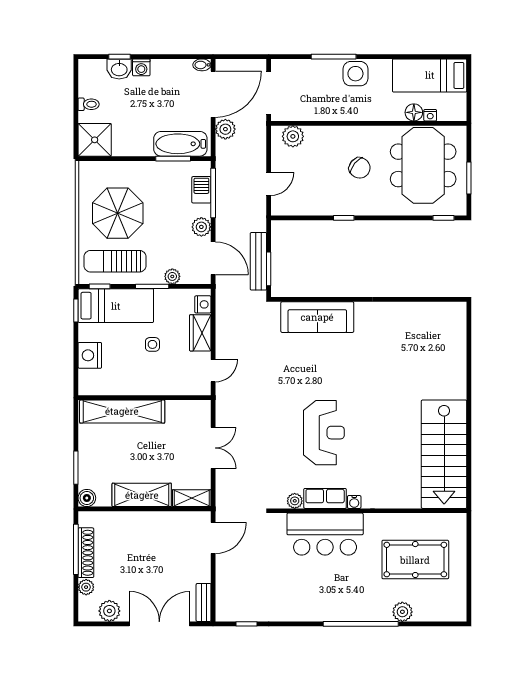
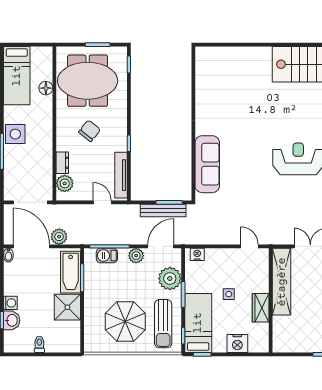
nightstand: (430, 115) -> (48, 75), removed
dresser: (319, 133) -> (62, 163), added
shower: (95, 140) -> (67, 307), moved
tv unit: (303, 208) -> (121, 175), added
plant: (172, 276) -> (170, 278), width x1.87, depth x1.87
wardrobe: (200, 333) -> (261, 308), moved, turned 90
shelving: (122, 411) -> (282, 282), moved

